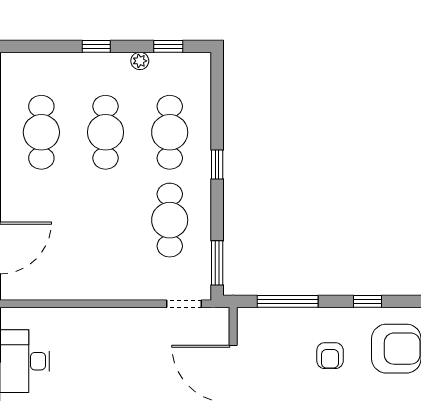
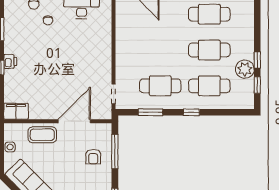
window: (96, 46) -> (257, 60), moved
plant: (140, 61) -> (245, 69), width x1.88, depth x1.88
window: (217, 263) -> (151, 112), moved
armchair: (330, 356) -> (93, 157), moved, turned -90

